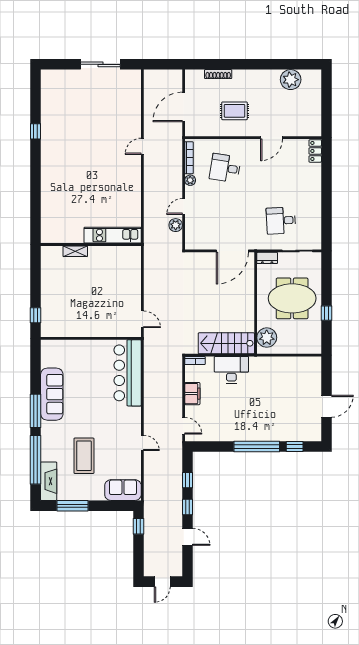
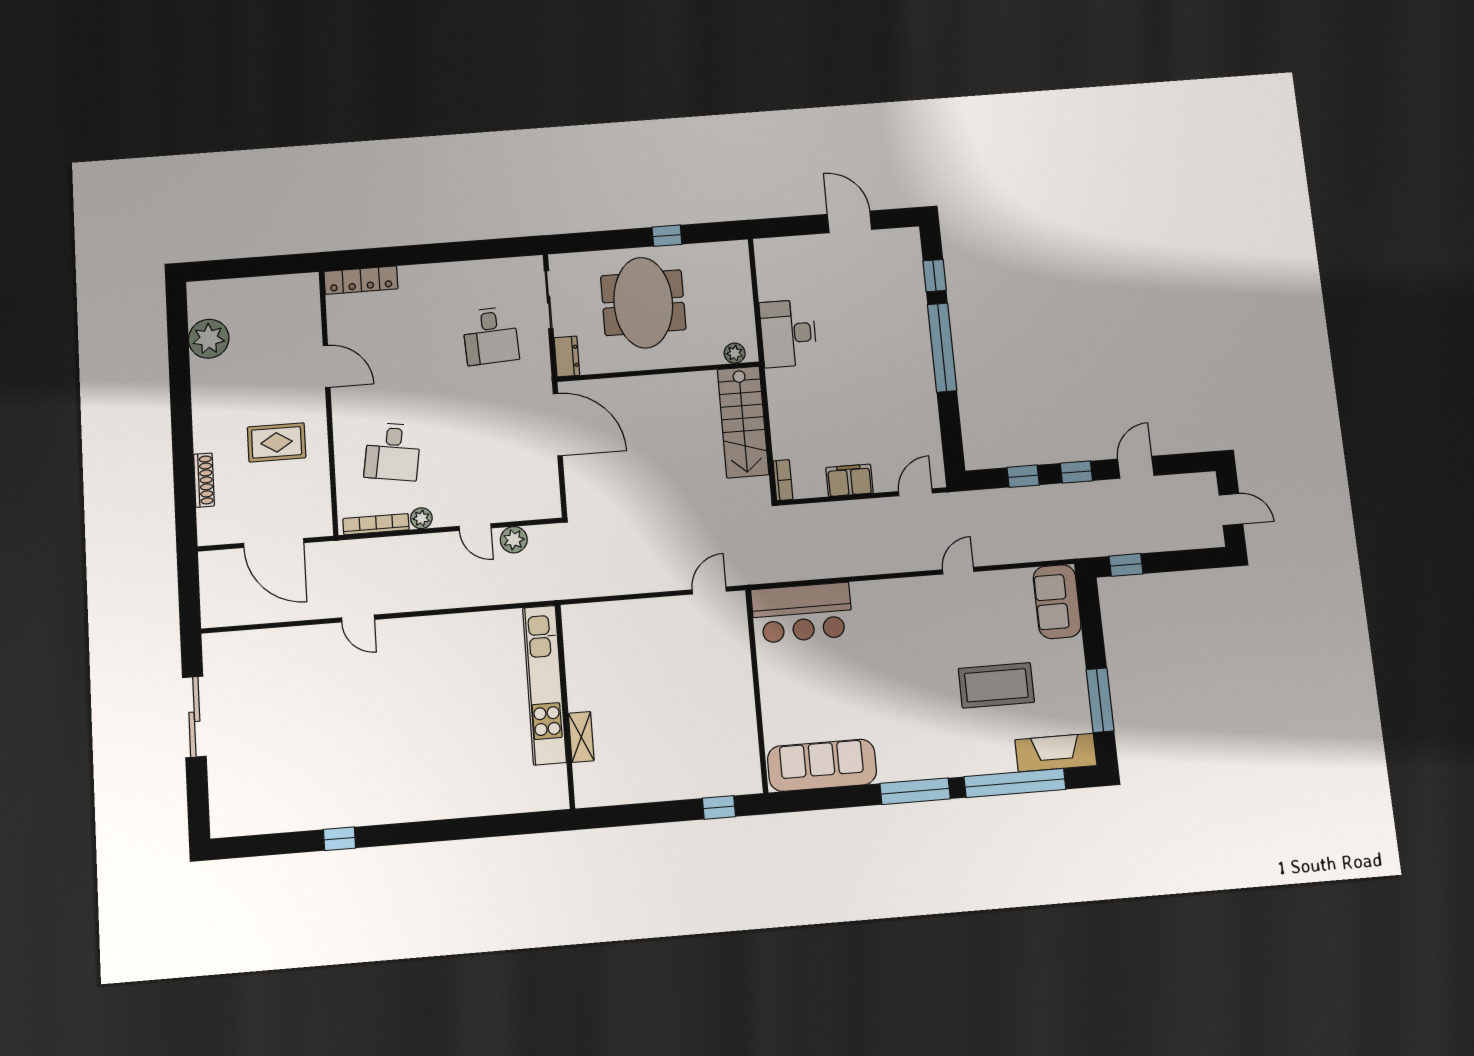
rug: (234, 111) -> (277, 442), turned 90
locker: (315, 151) -> (361, 280), width x1.53
kitchen unit: (113, 235) -> (544, 685), width x1.36
plant: (267, 338) -> (735, 353), width x0.53, depth x0.53
desk: (231, 370) -> (788, 333), moved
bar counter: (128, 373) -> (802, 613), width x0.73
sofa: (52, 394) -> (822, 765), moved

